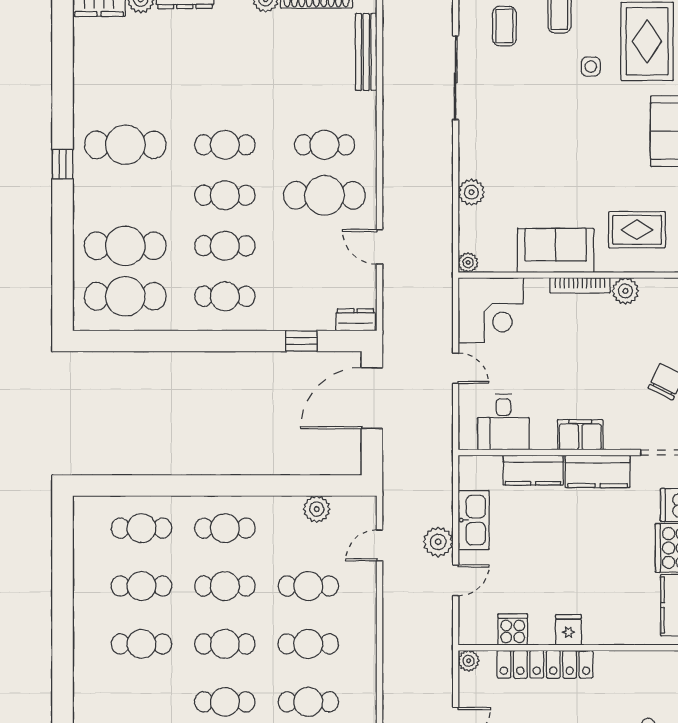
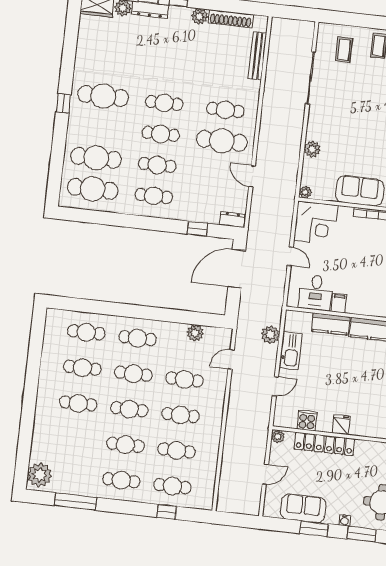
filing cabinet: (580, 435) -> (339, 303), moved, width x0.50
plant: (438, 542) -> (270, 335), moved

